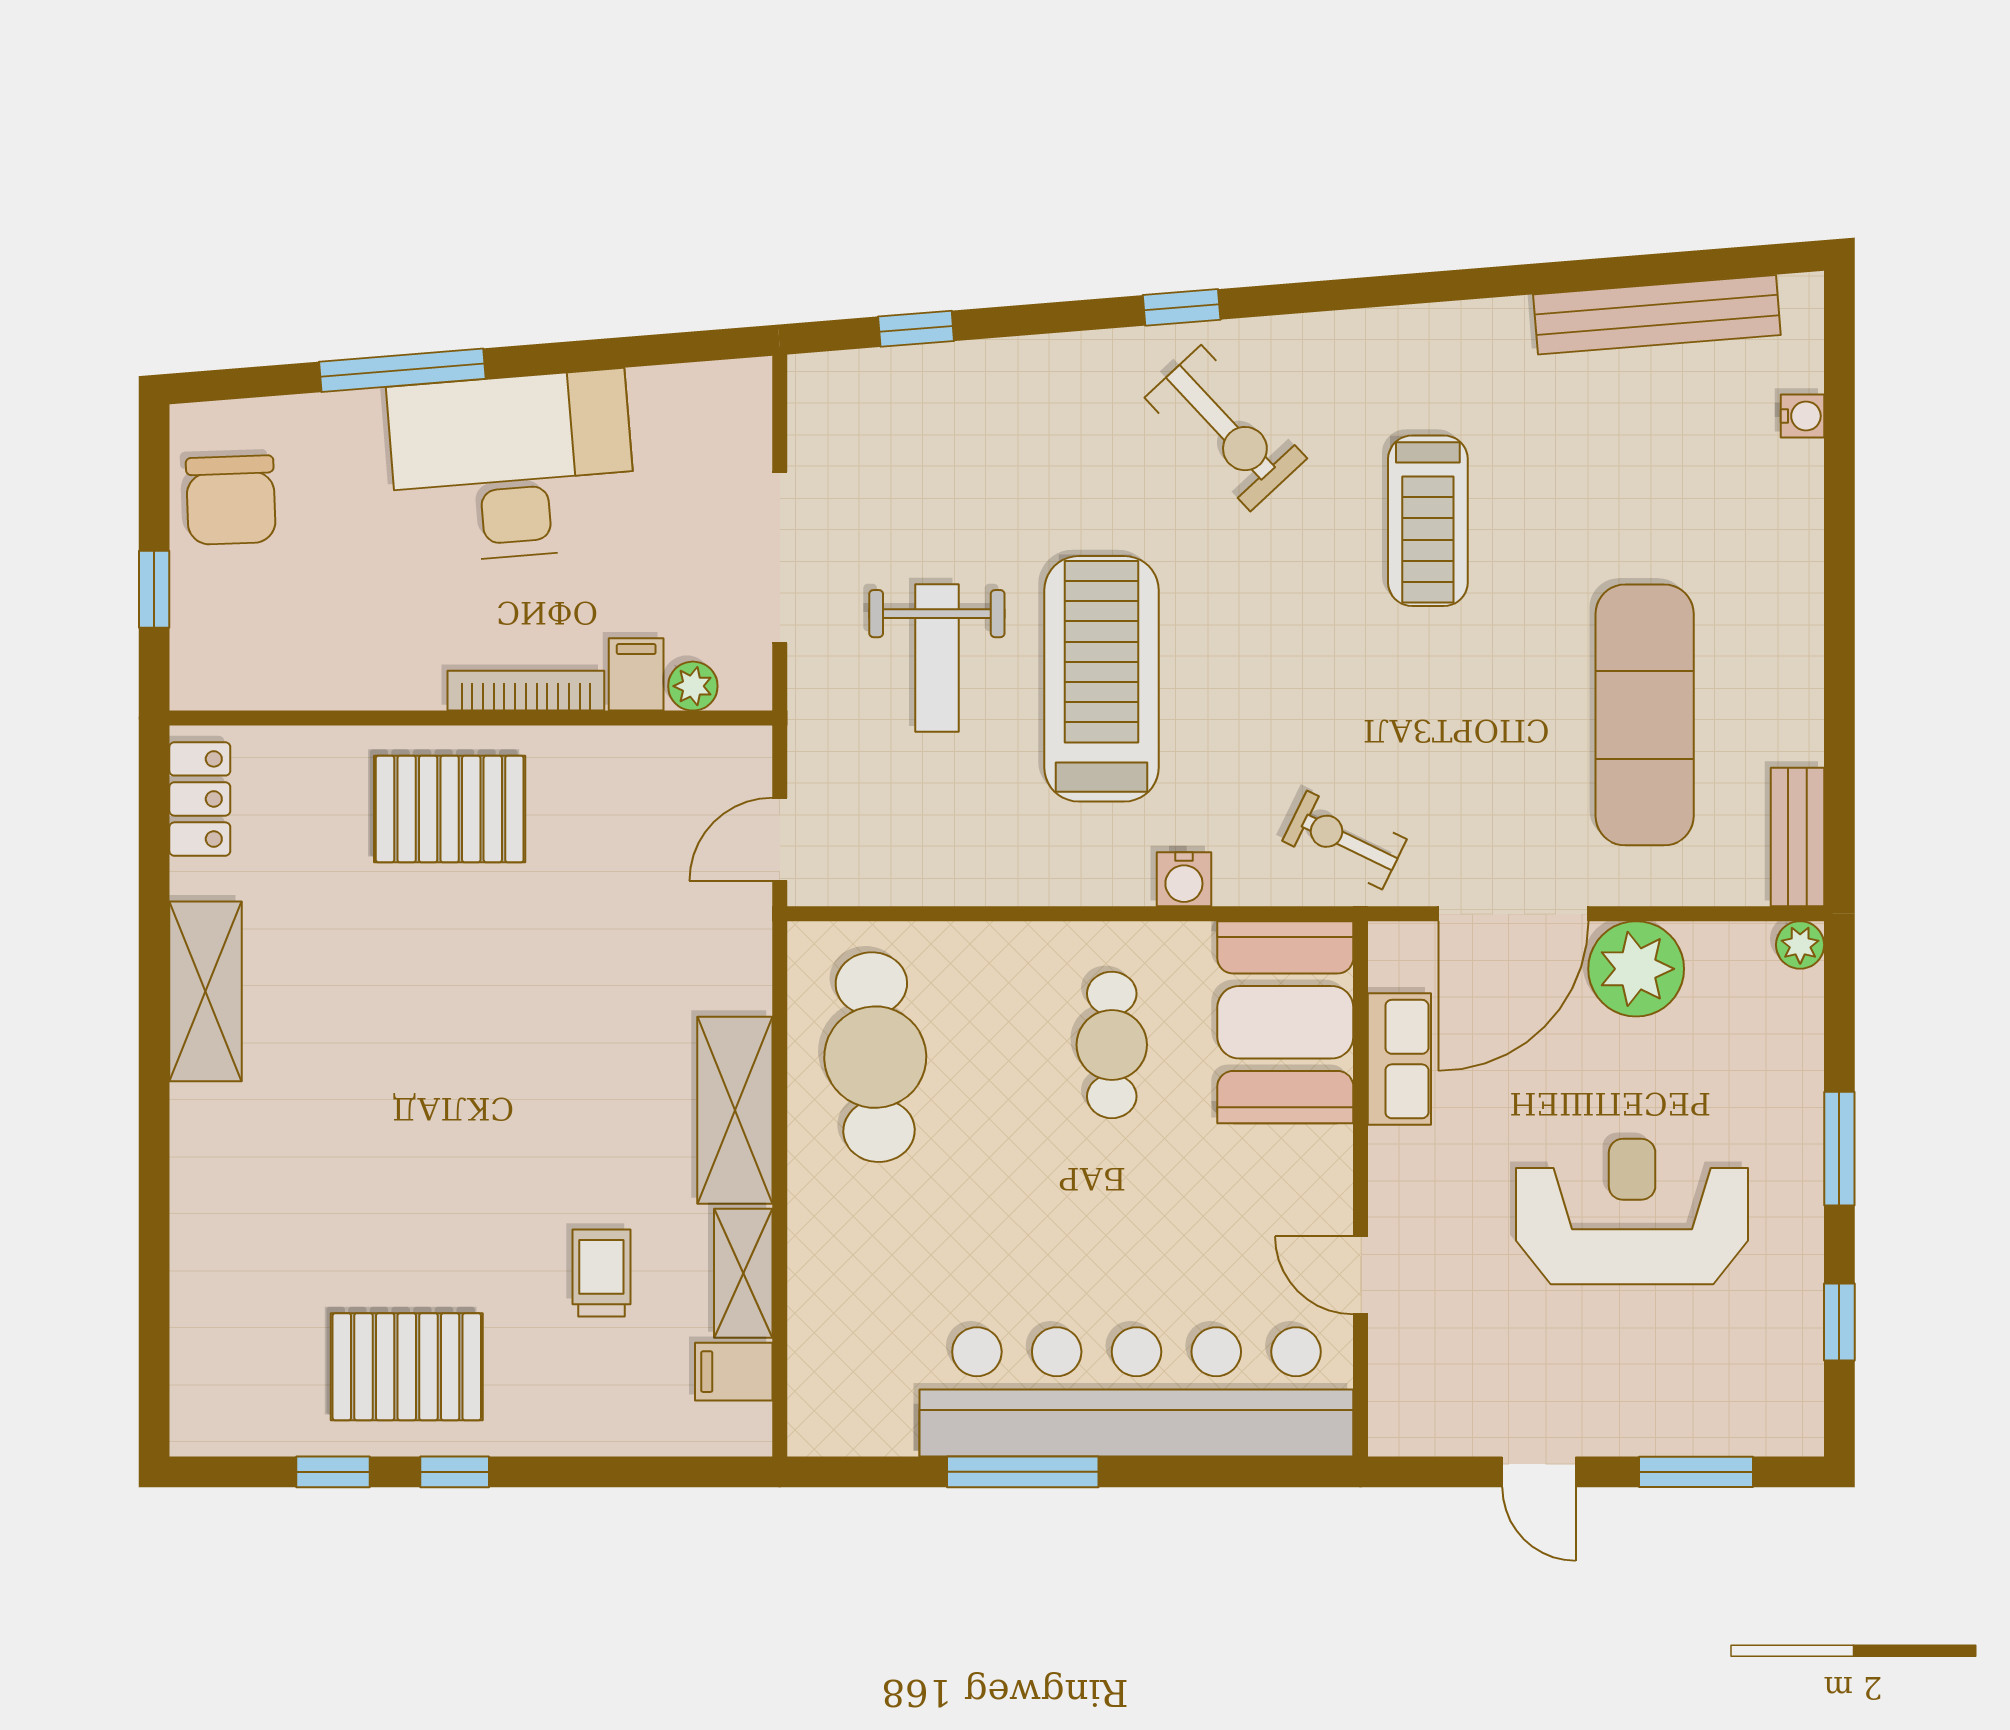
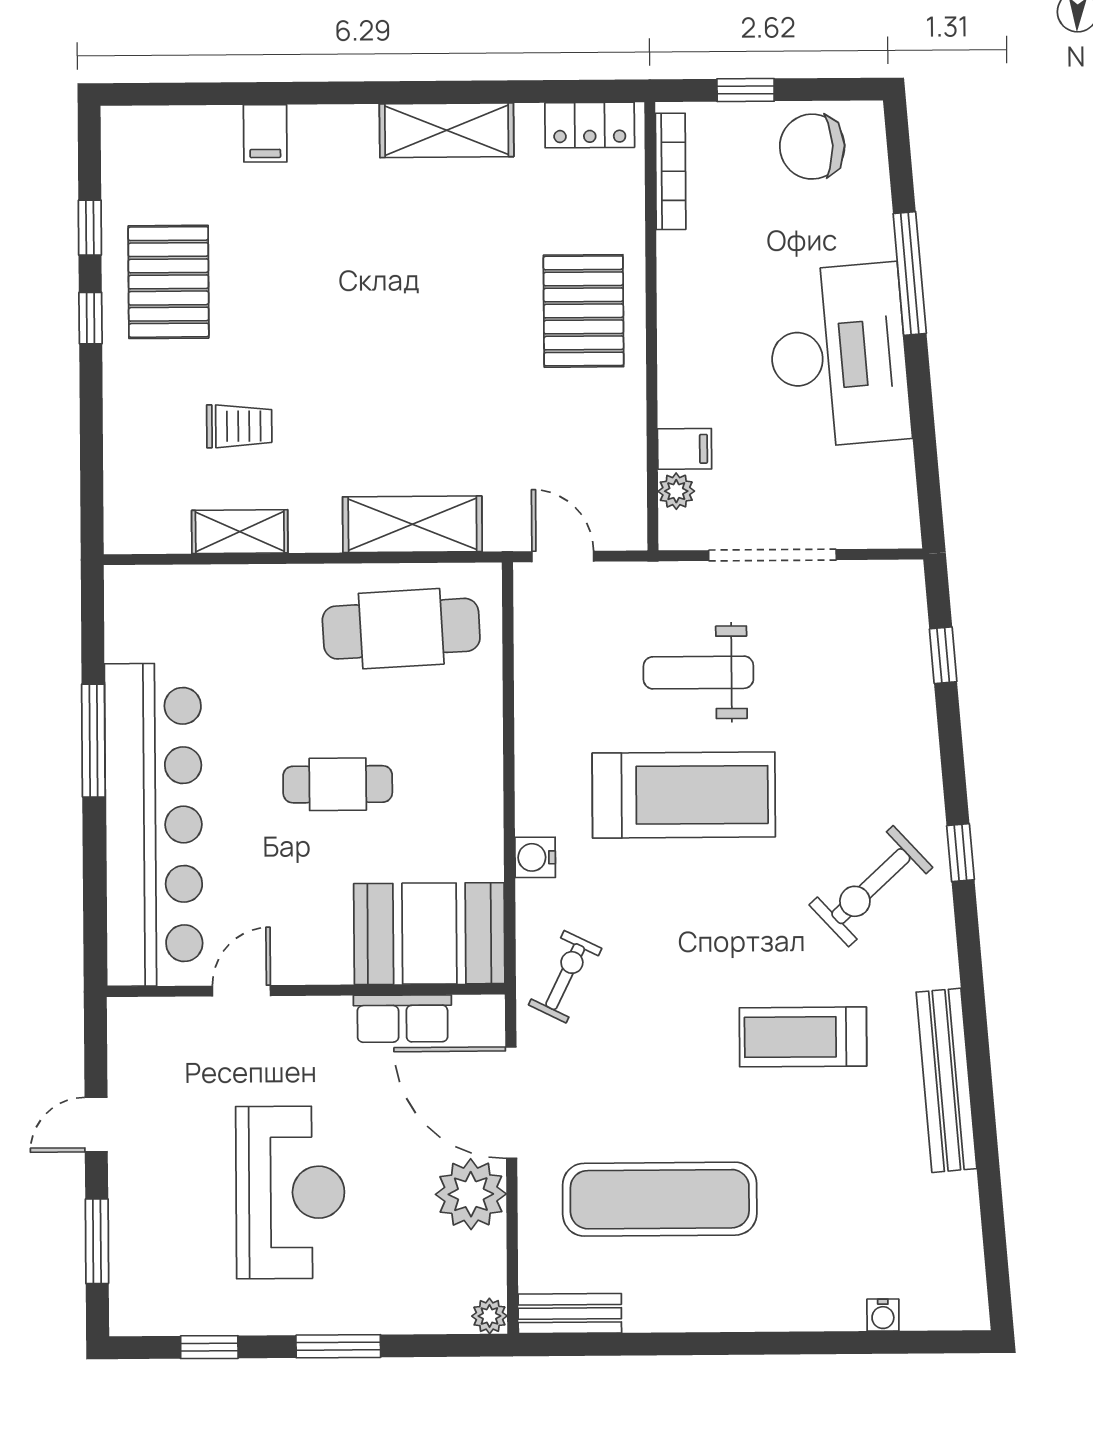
bench: (1657, 315) -> (946, 1080), moved
bookcase: (526, 691) -> (671, 171), moved
cafe table: (1112, 1045) -> (338, 784), moved
shelving: (735, 1110) -> (412, 524), moved
filing cabinet: (734, 1372) -> (265, 133), moved, turned 180

